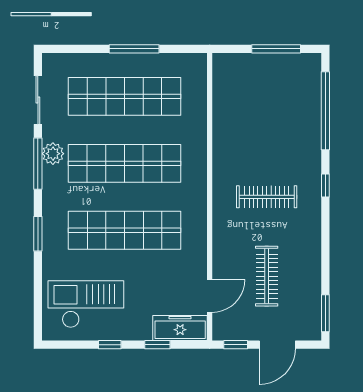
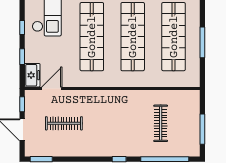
clothes rail: (267, 197) -> (161, 123), moved
door: (210, 296) -> (52, 89), swing flipped
freezer: (180, 328) -> (32, 75), width x0.71

